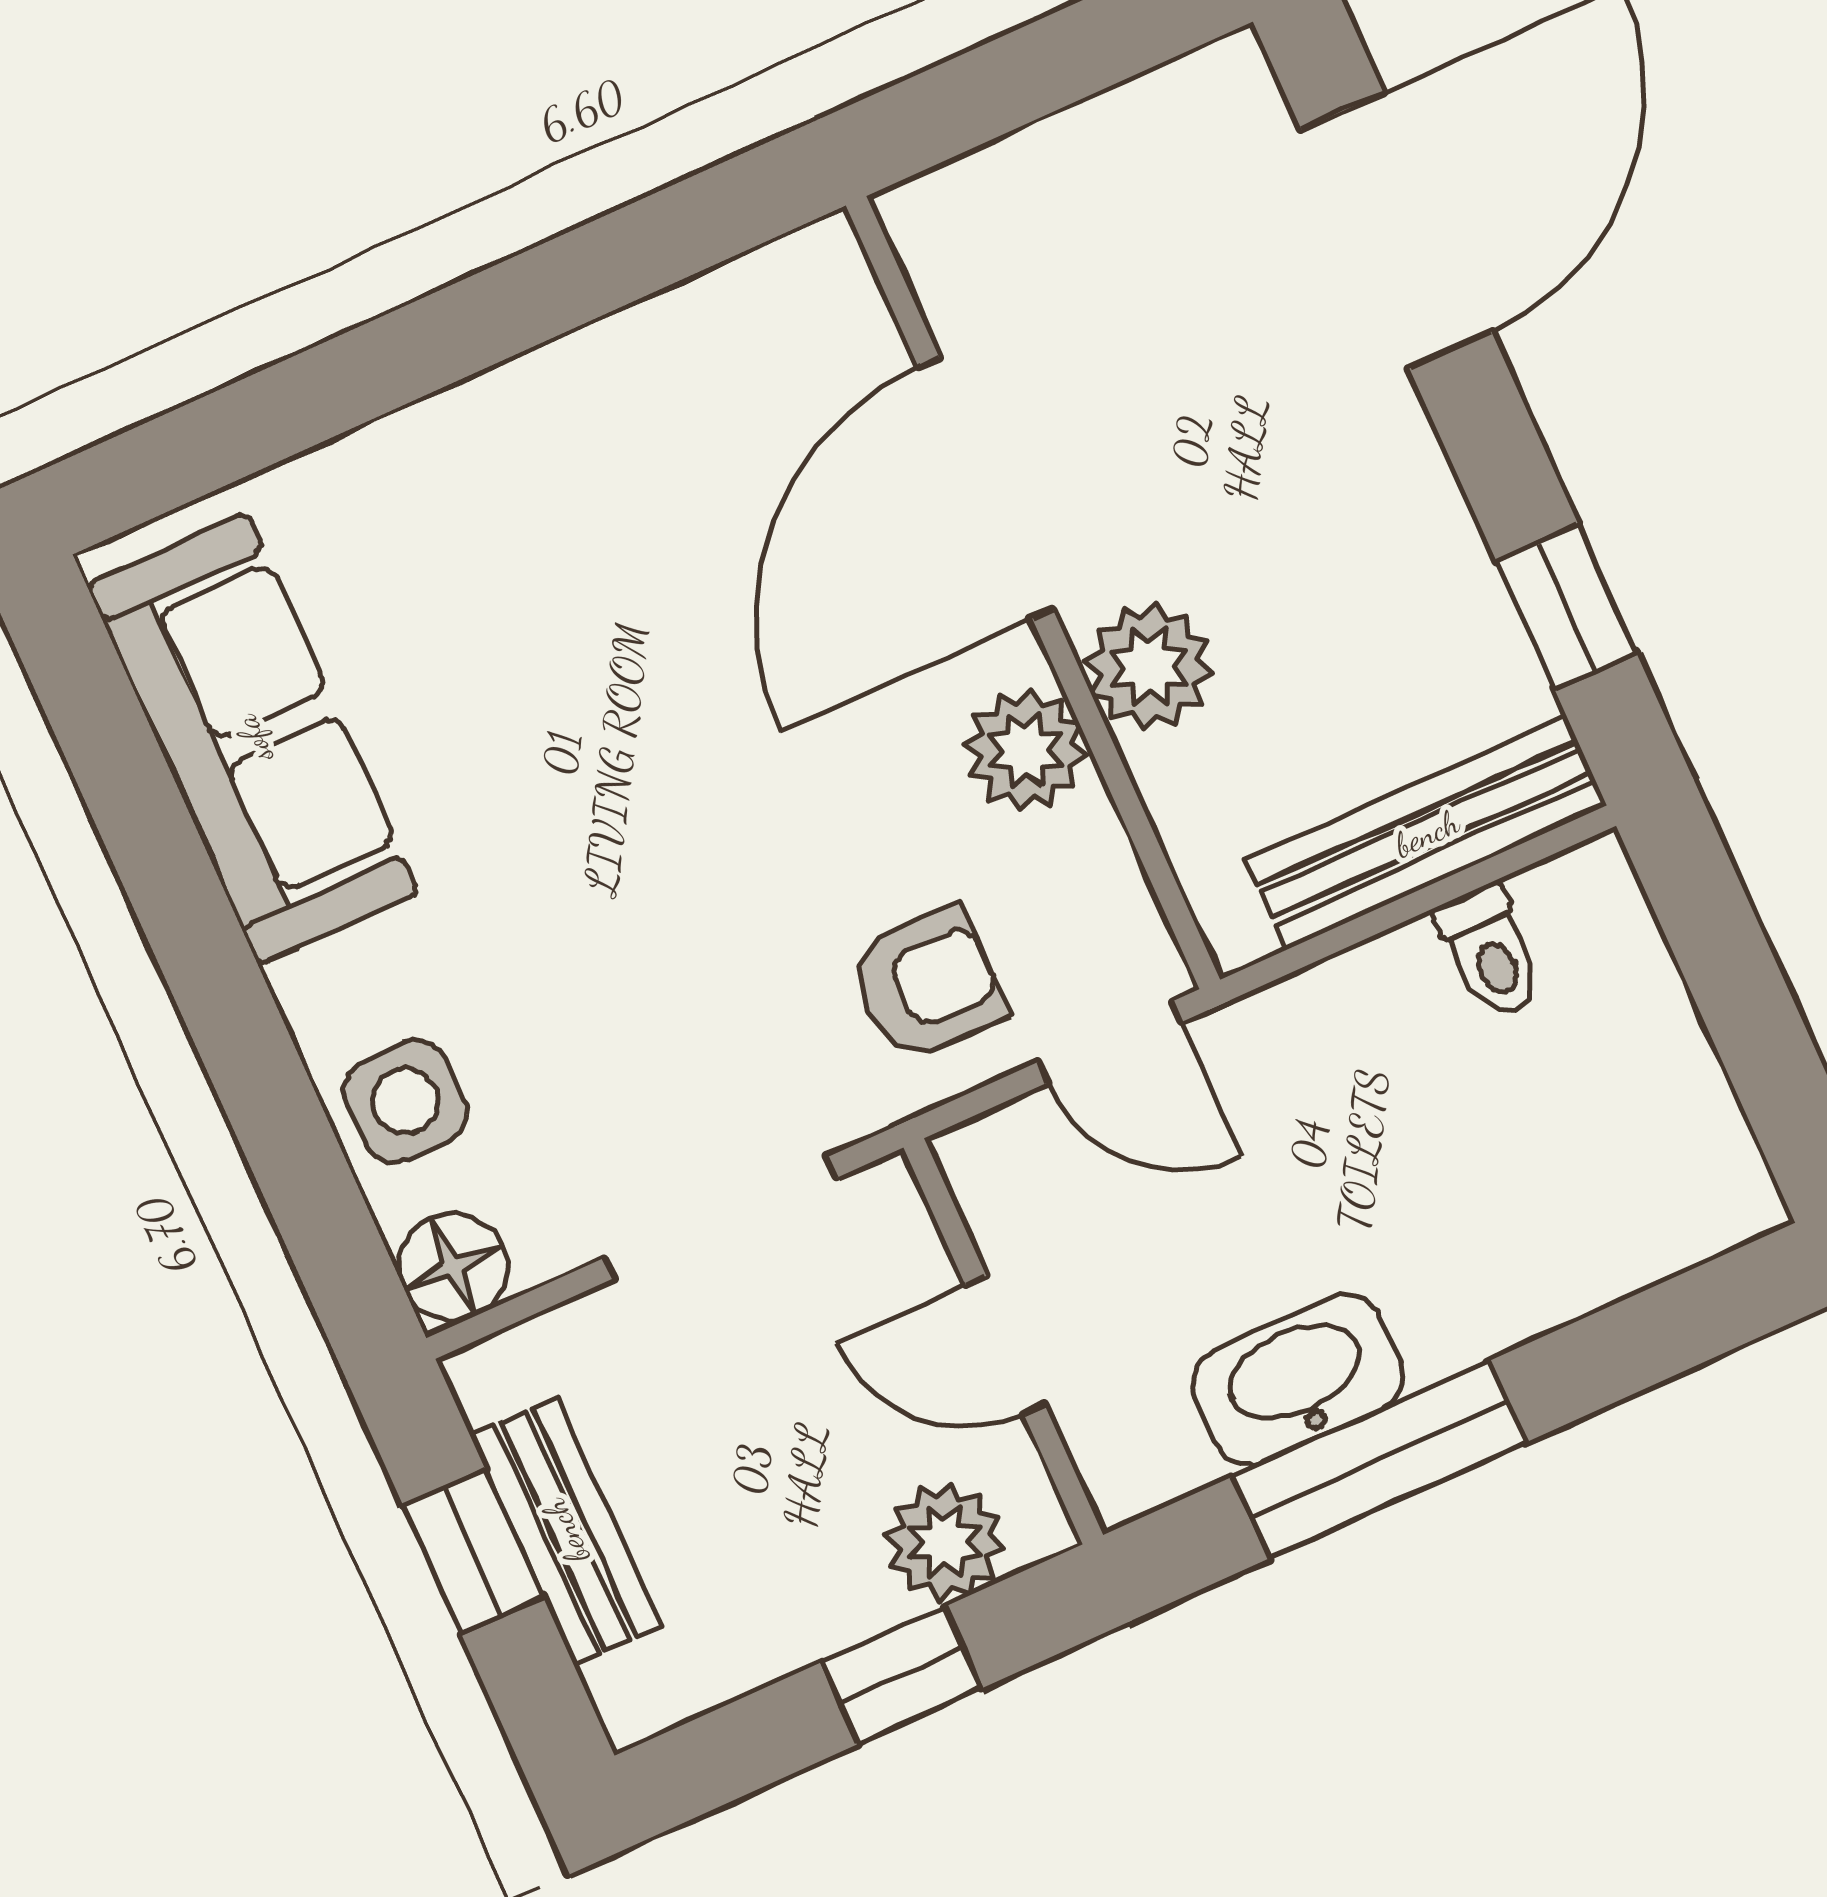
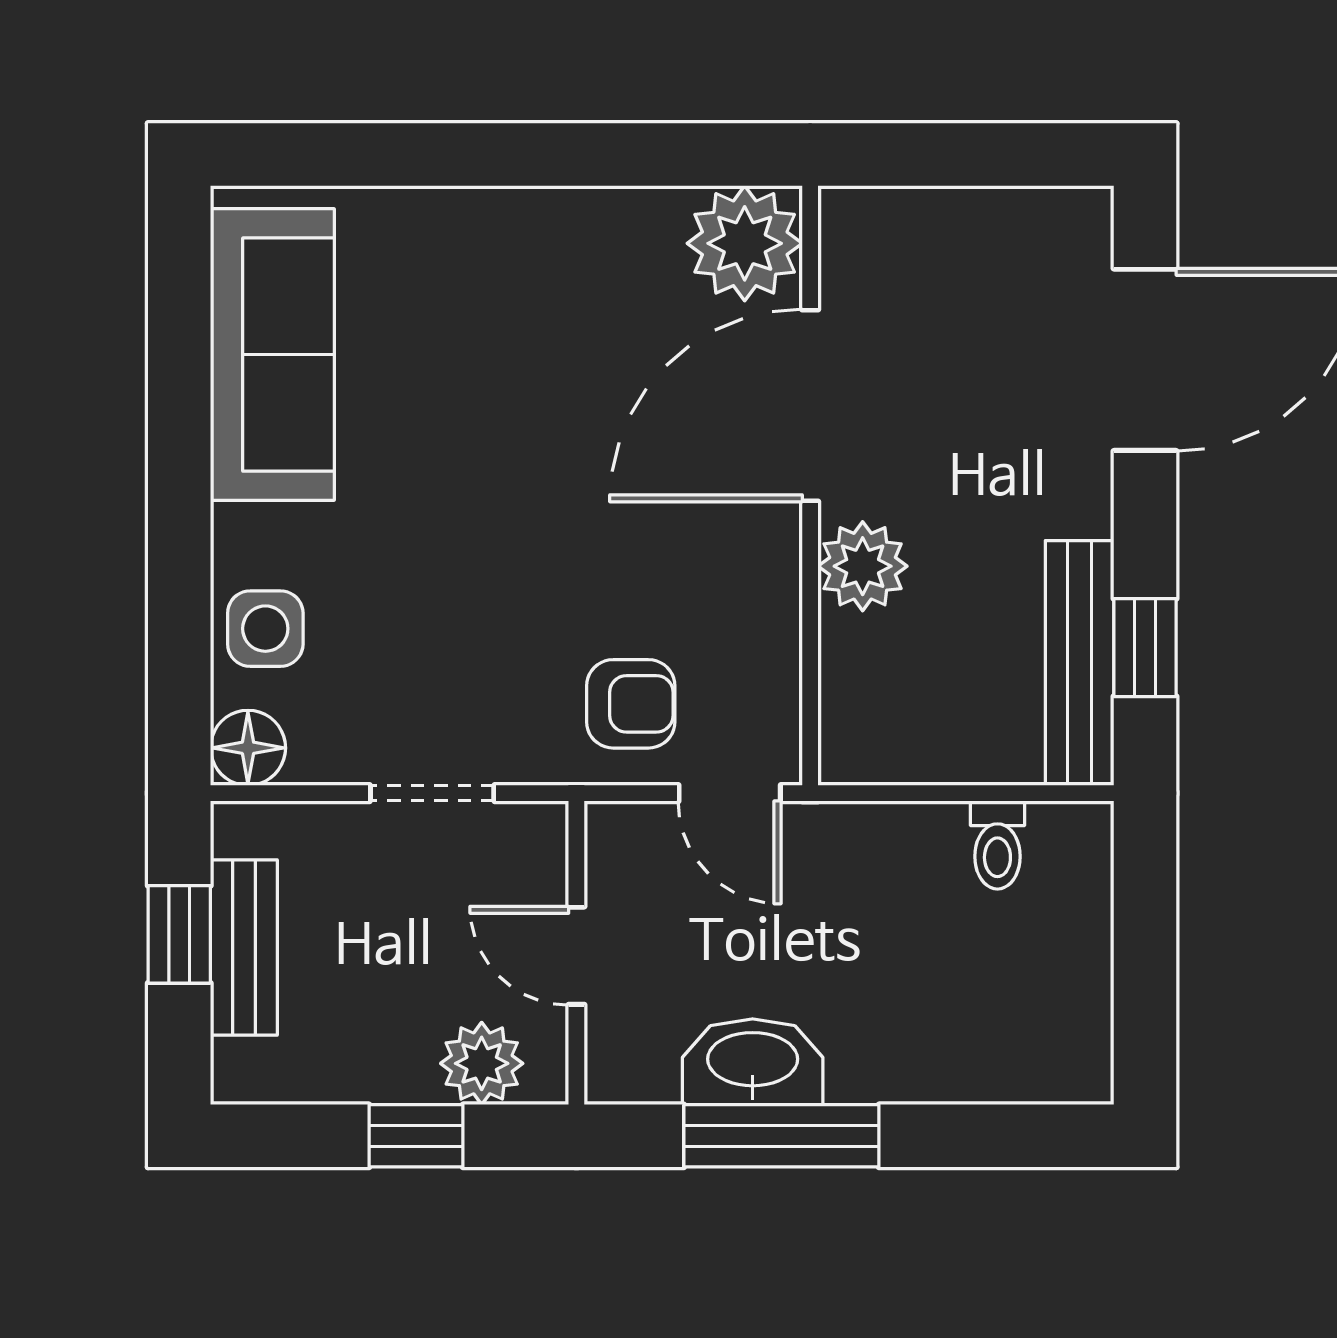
plant: (1025, 750) -> (745, 243), moved, width x1.36, depth x1.36
bench: (1427, 833) -> (1080, 663), moved, turned 90
doorway: (720, 1218) -> (432, 793), width x0.73

